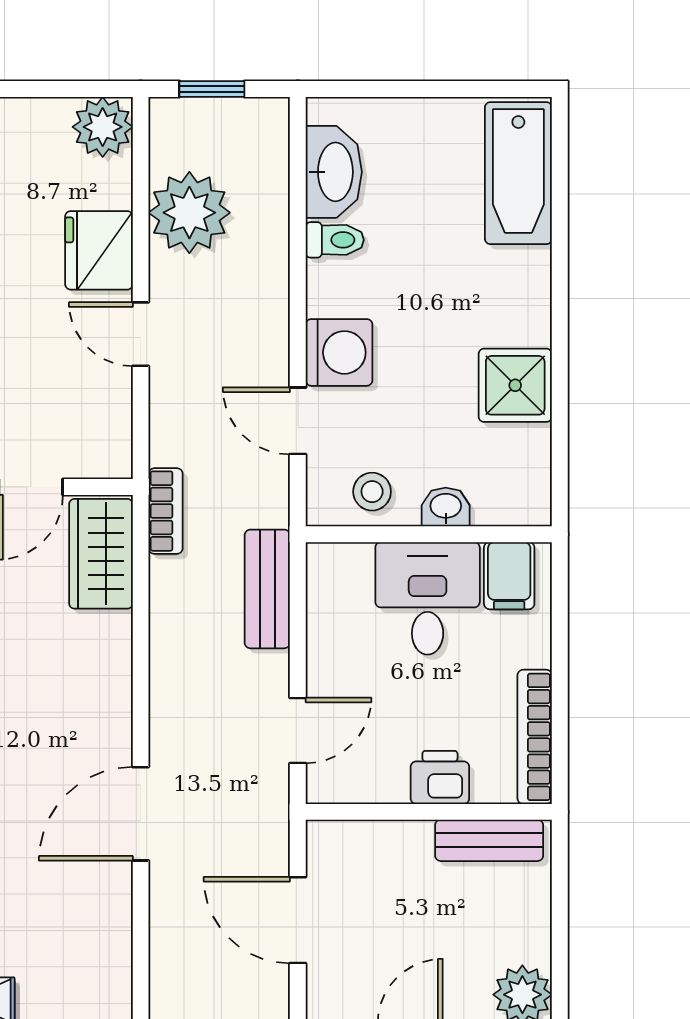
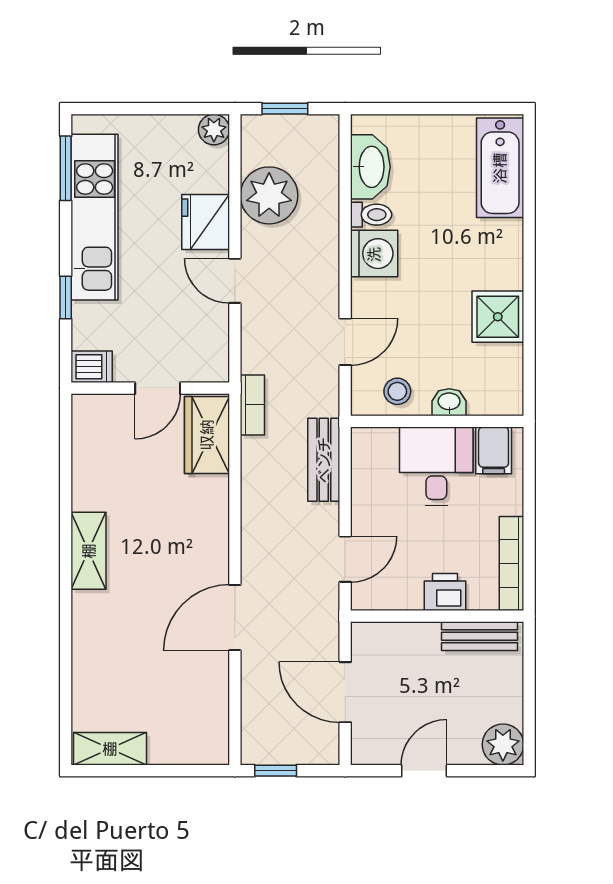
plant: (103, 127) -> (214, 130), width x0.73, depth x0.73
washing machine: (339, 352) -> (374, 254), moved
door: (298, 421) -> (345, 342), swing flipped

